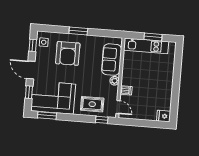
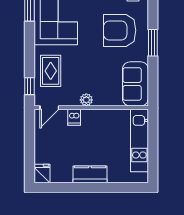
window: (153, 37) -> (153, 149), removed
sofa: (112, 60) -> (135, 84), moved, turned -90
kitchen counter: (167, 82) -> (90, 174), added

